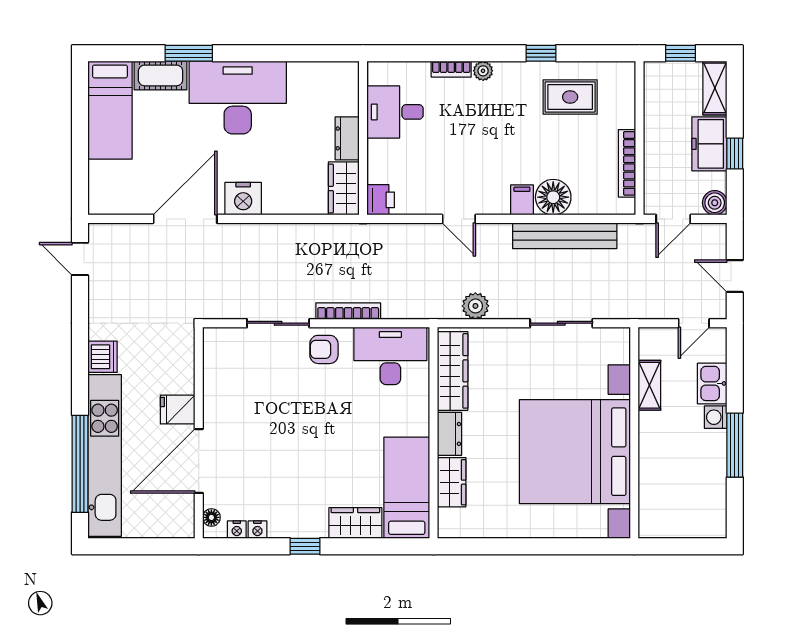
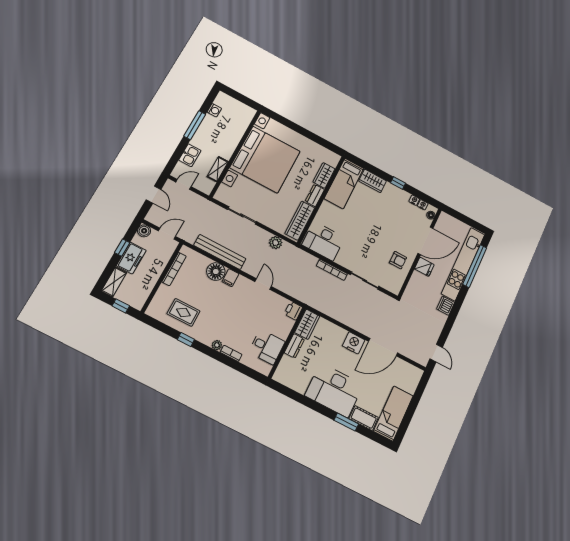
armchair: (324, 349) -> (398, 260), moved
washing machine: (716, 417) -> (214, 110), moved

